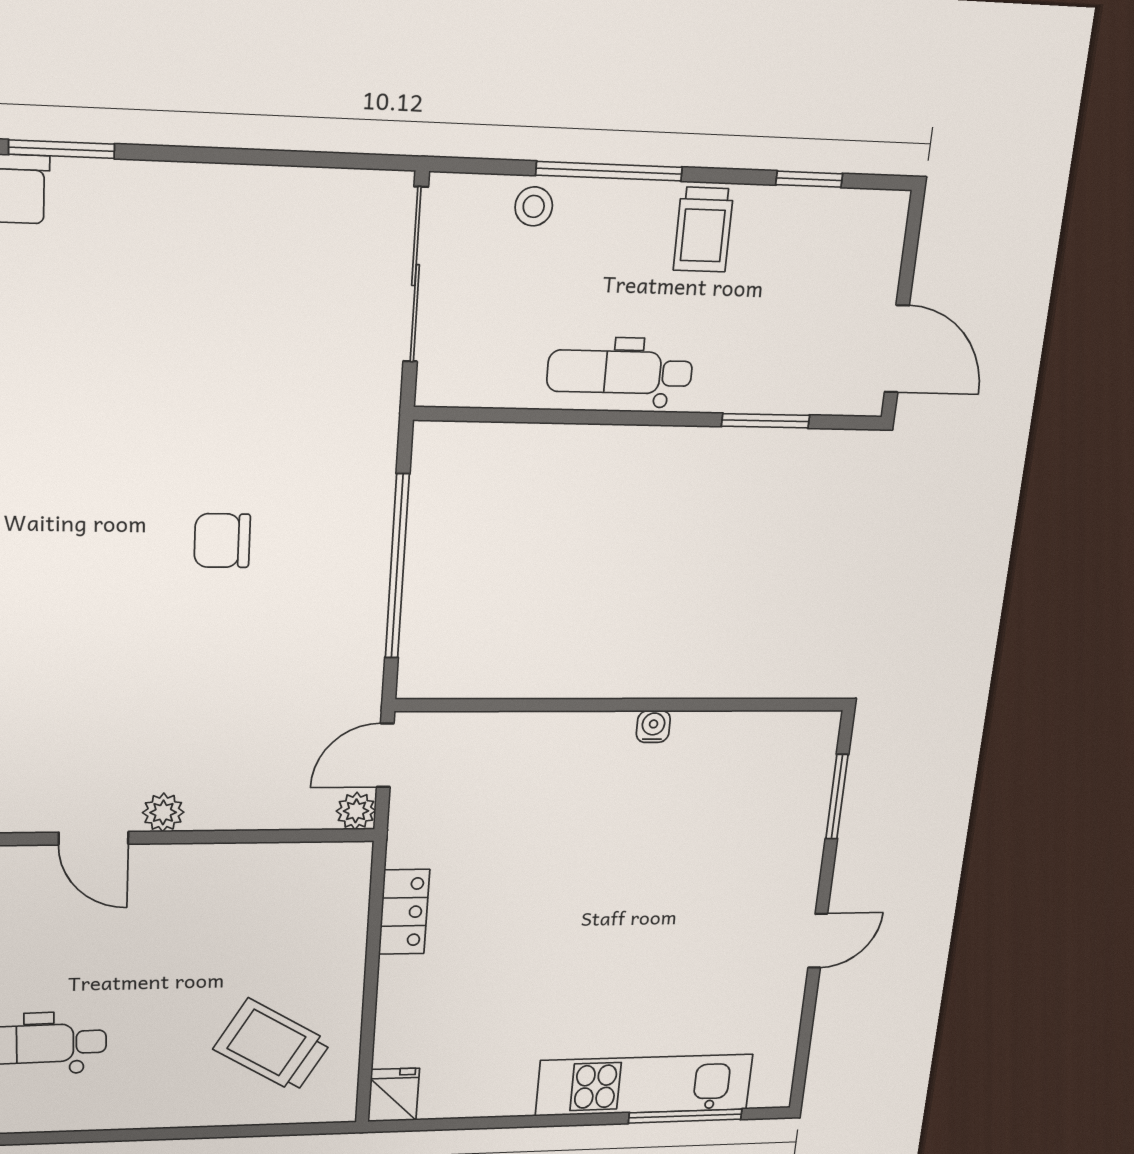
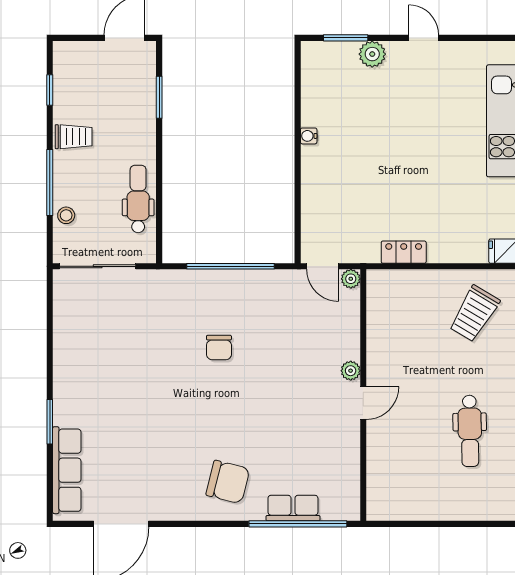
dental chair: (620, 372) -> (138, 199), moved, turned 180
plant: (799, 847) -> (372, 54), added

